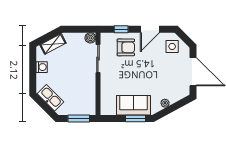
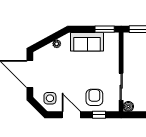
door: (150, 29) -> (71, 115), hinge flipped
armchair: (126, 47) -> (94, 97), turned 90
window: (136, 119) -> (105, 29), moved

